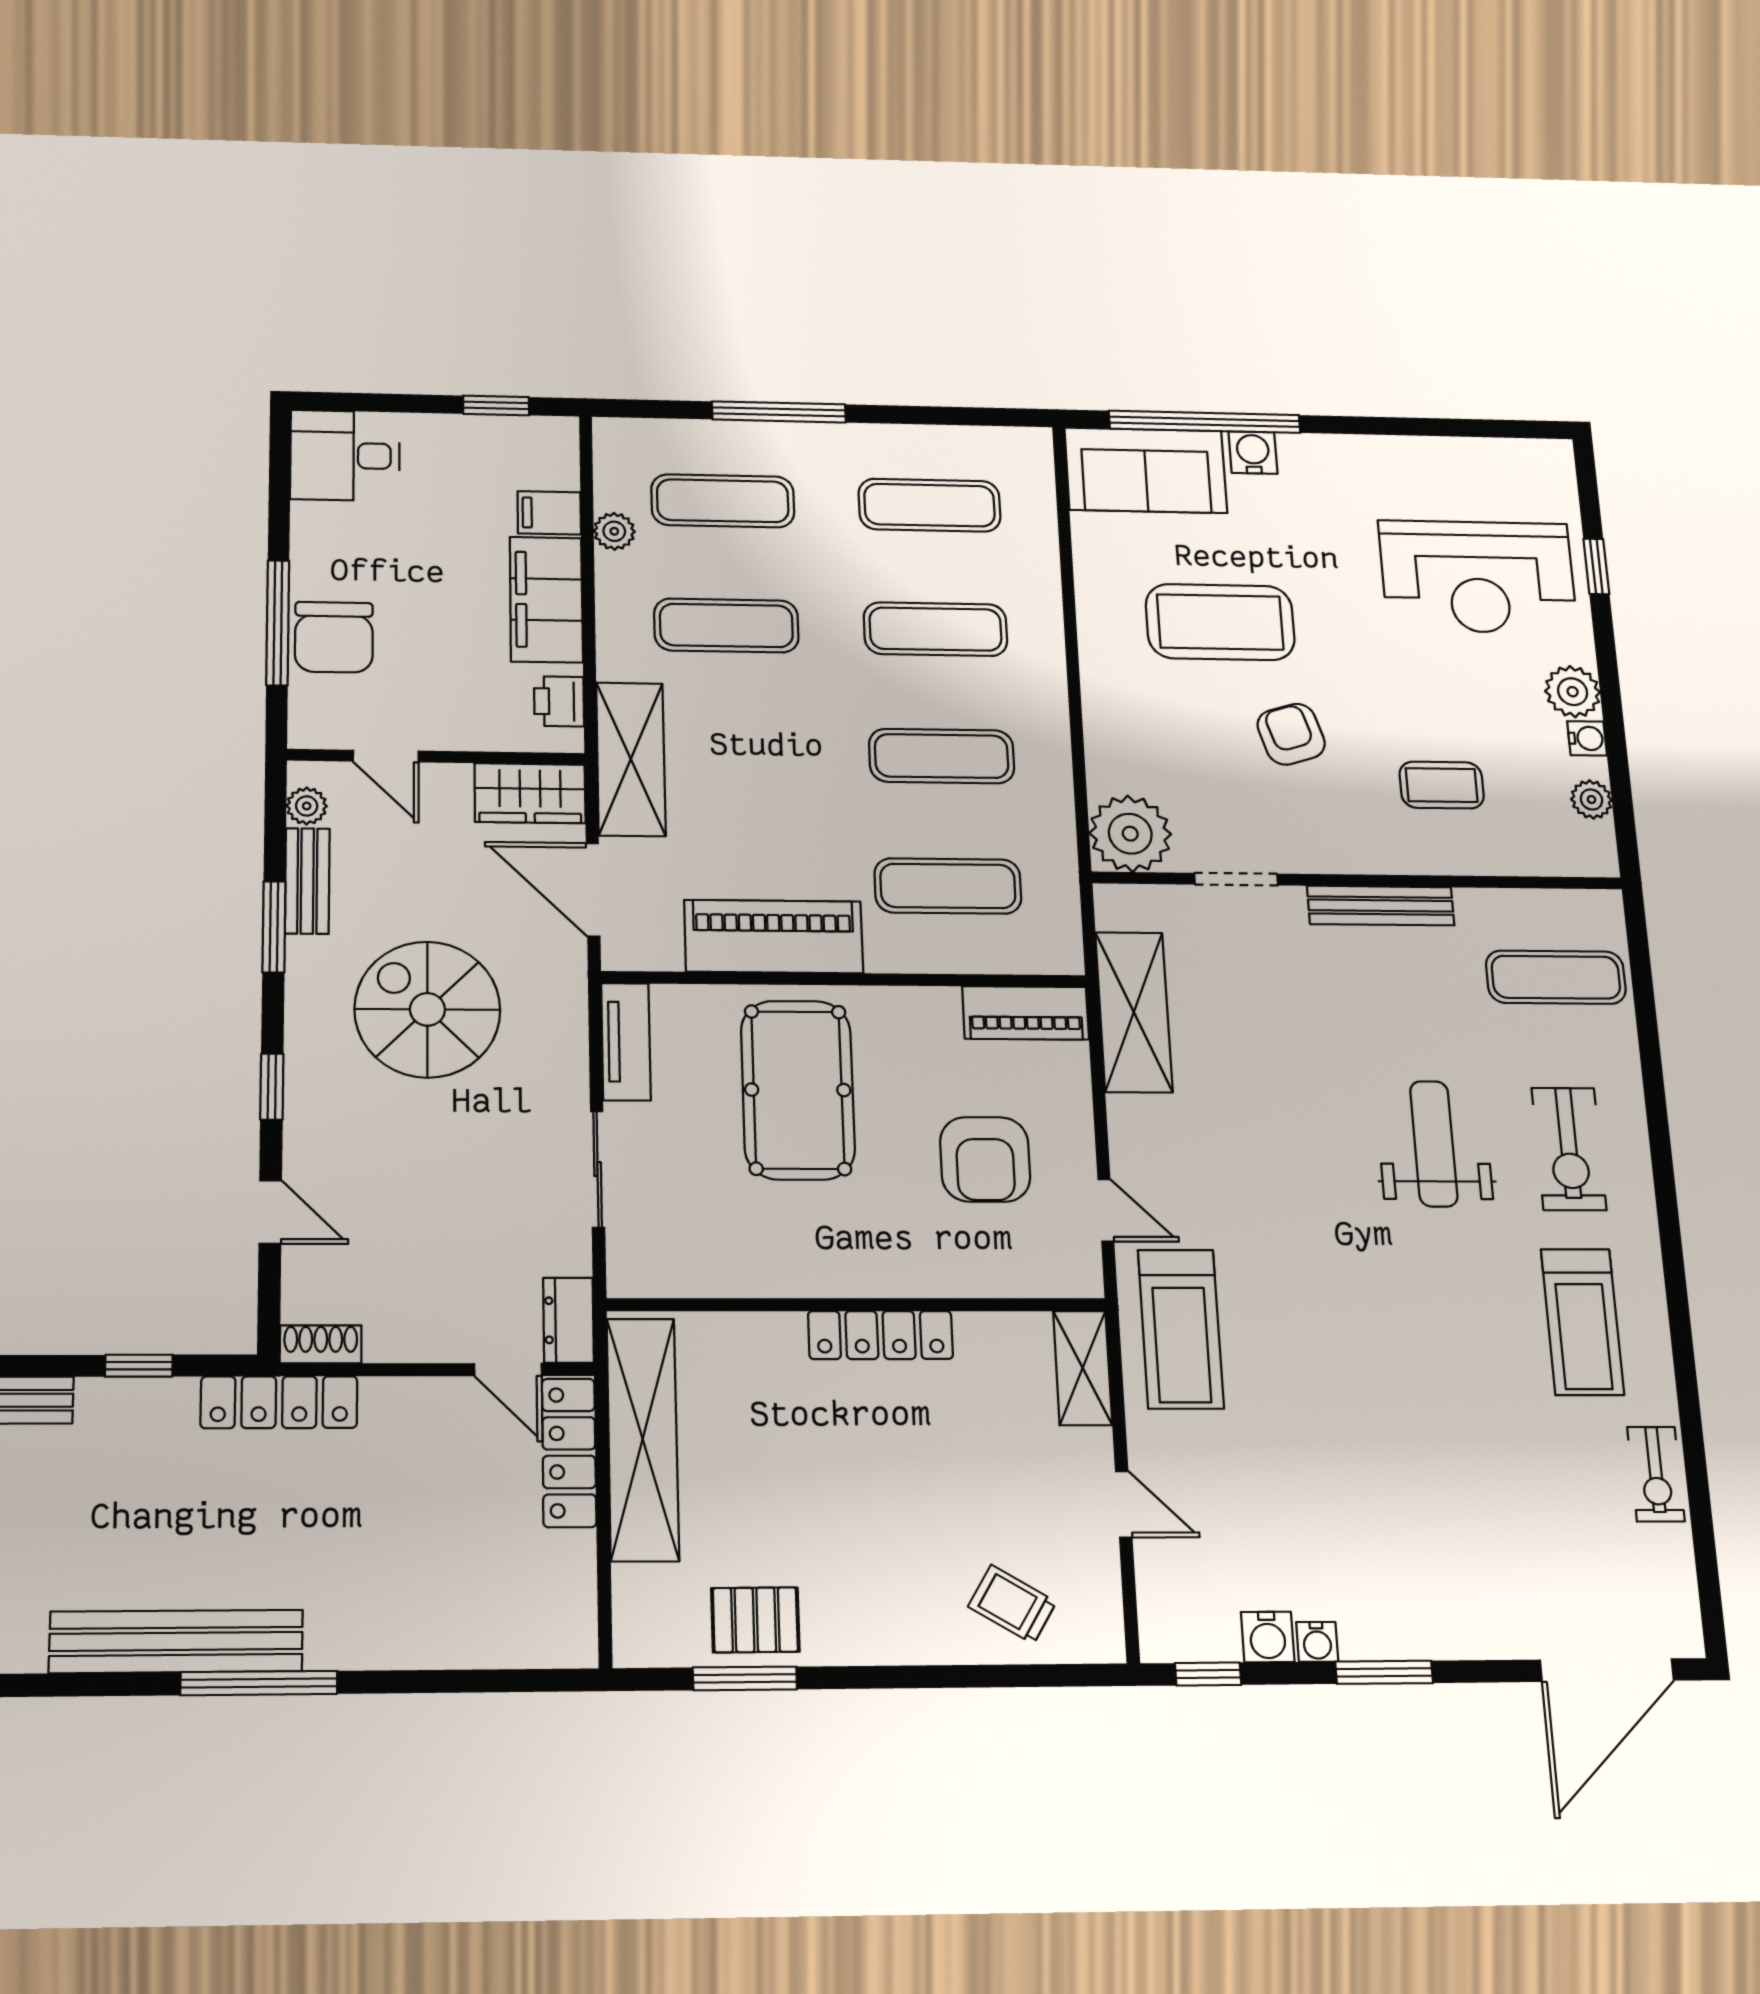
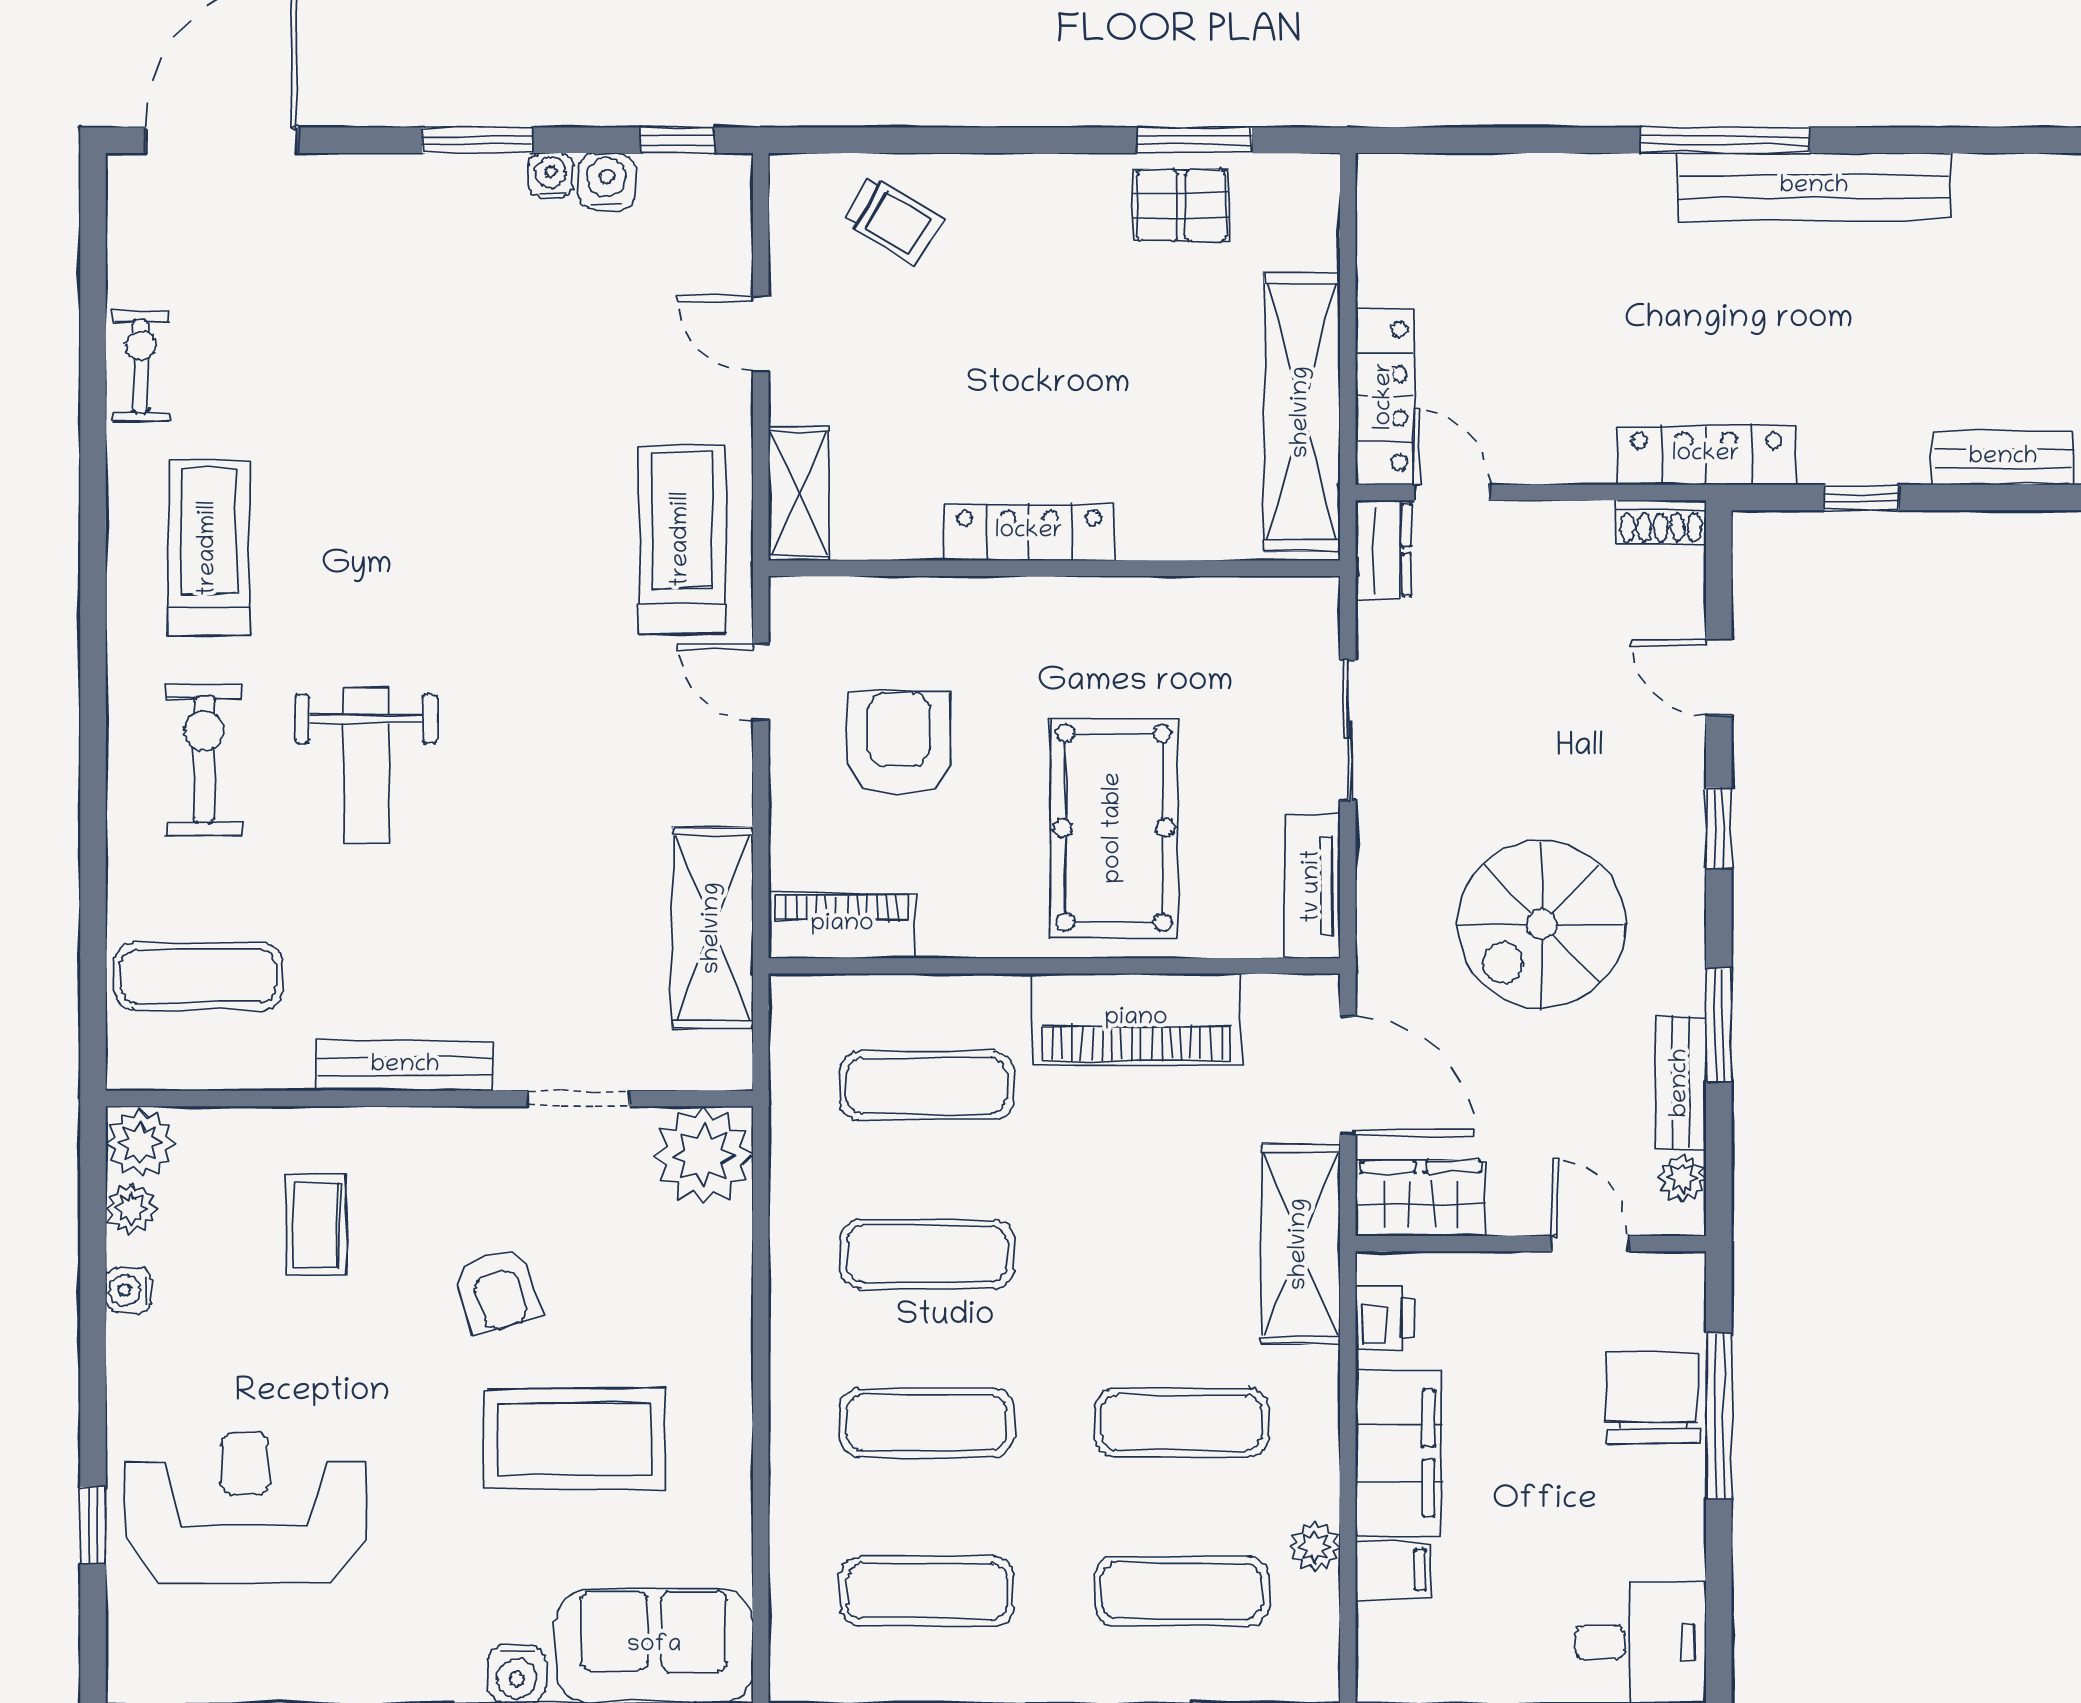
plant: (1573, 692) -> (140, 1143), moved
coffee table: (1442, 785) -> (316, 1225), turned 90
spiral stairs: (427, 1009) -> (1542, 924), turned 90

